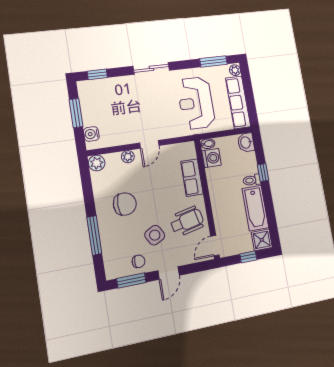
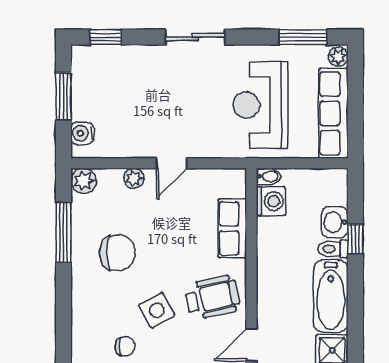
washbasin: (246, 142) -> (335, 222), moved
window: (94, 235) -> (63, 232), moved

